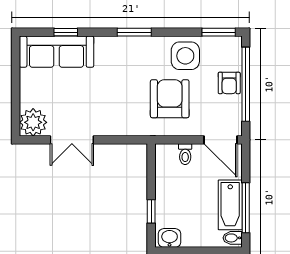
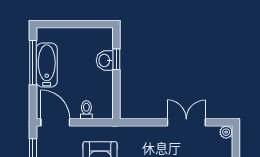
plant: (33, 122) -> (226, 132), width x0.53, depth x0.53
washbasin: (170, 238) -> (105, 60), moved, turned 90
bidet: (233, 238) -> (45, 36), removed

